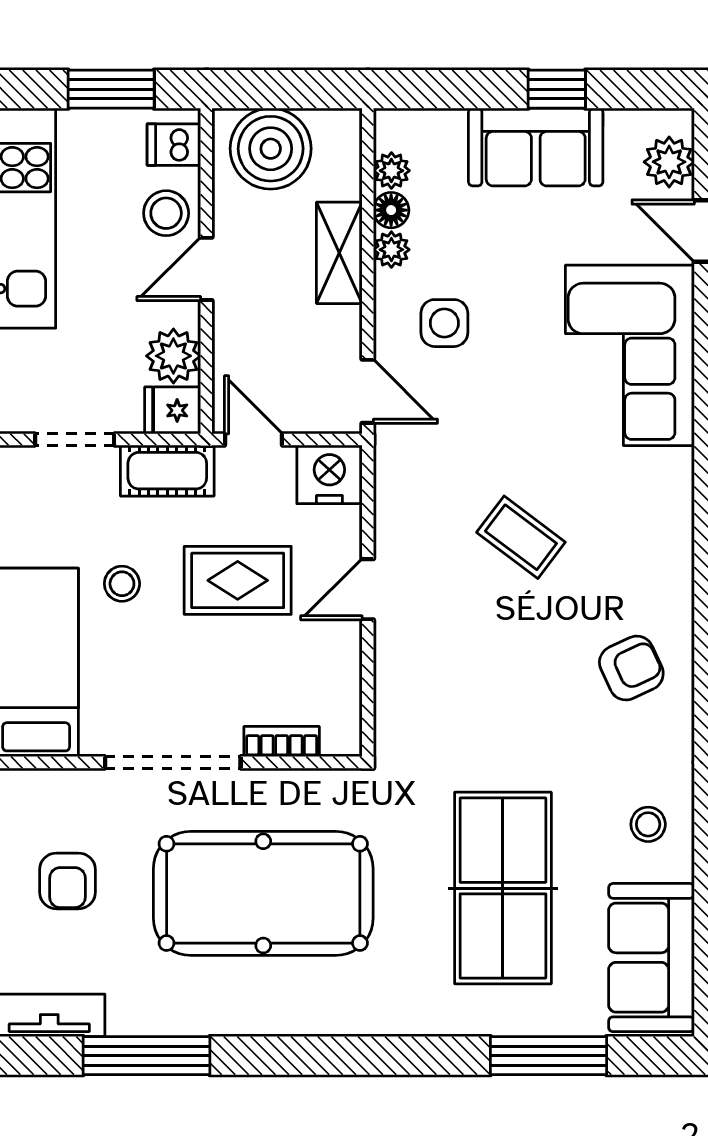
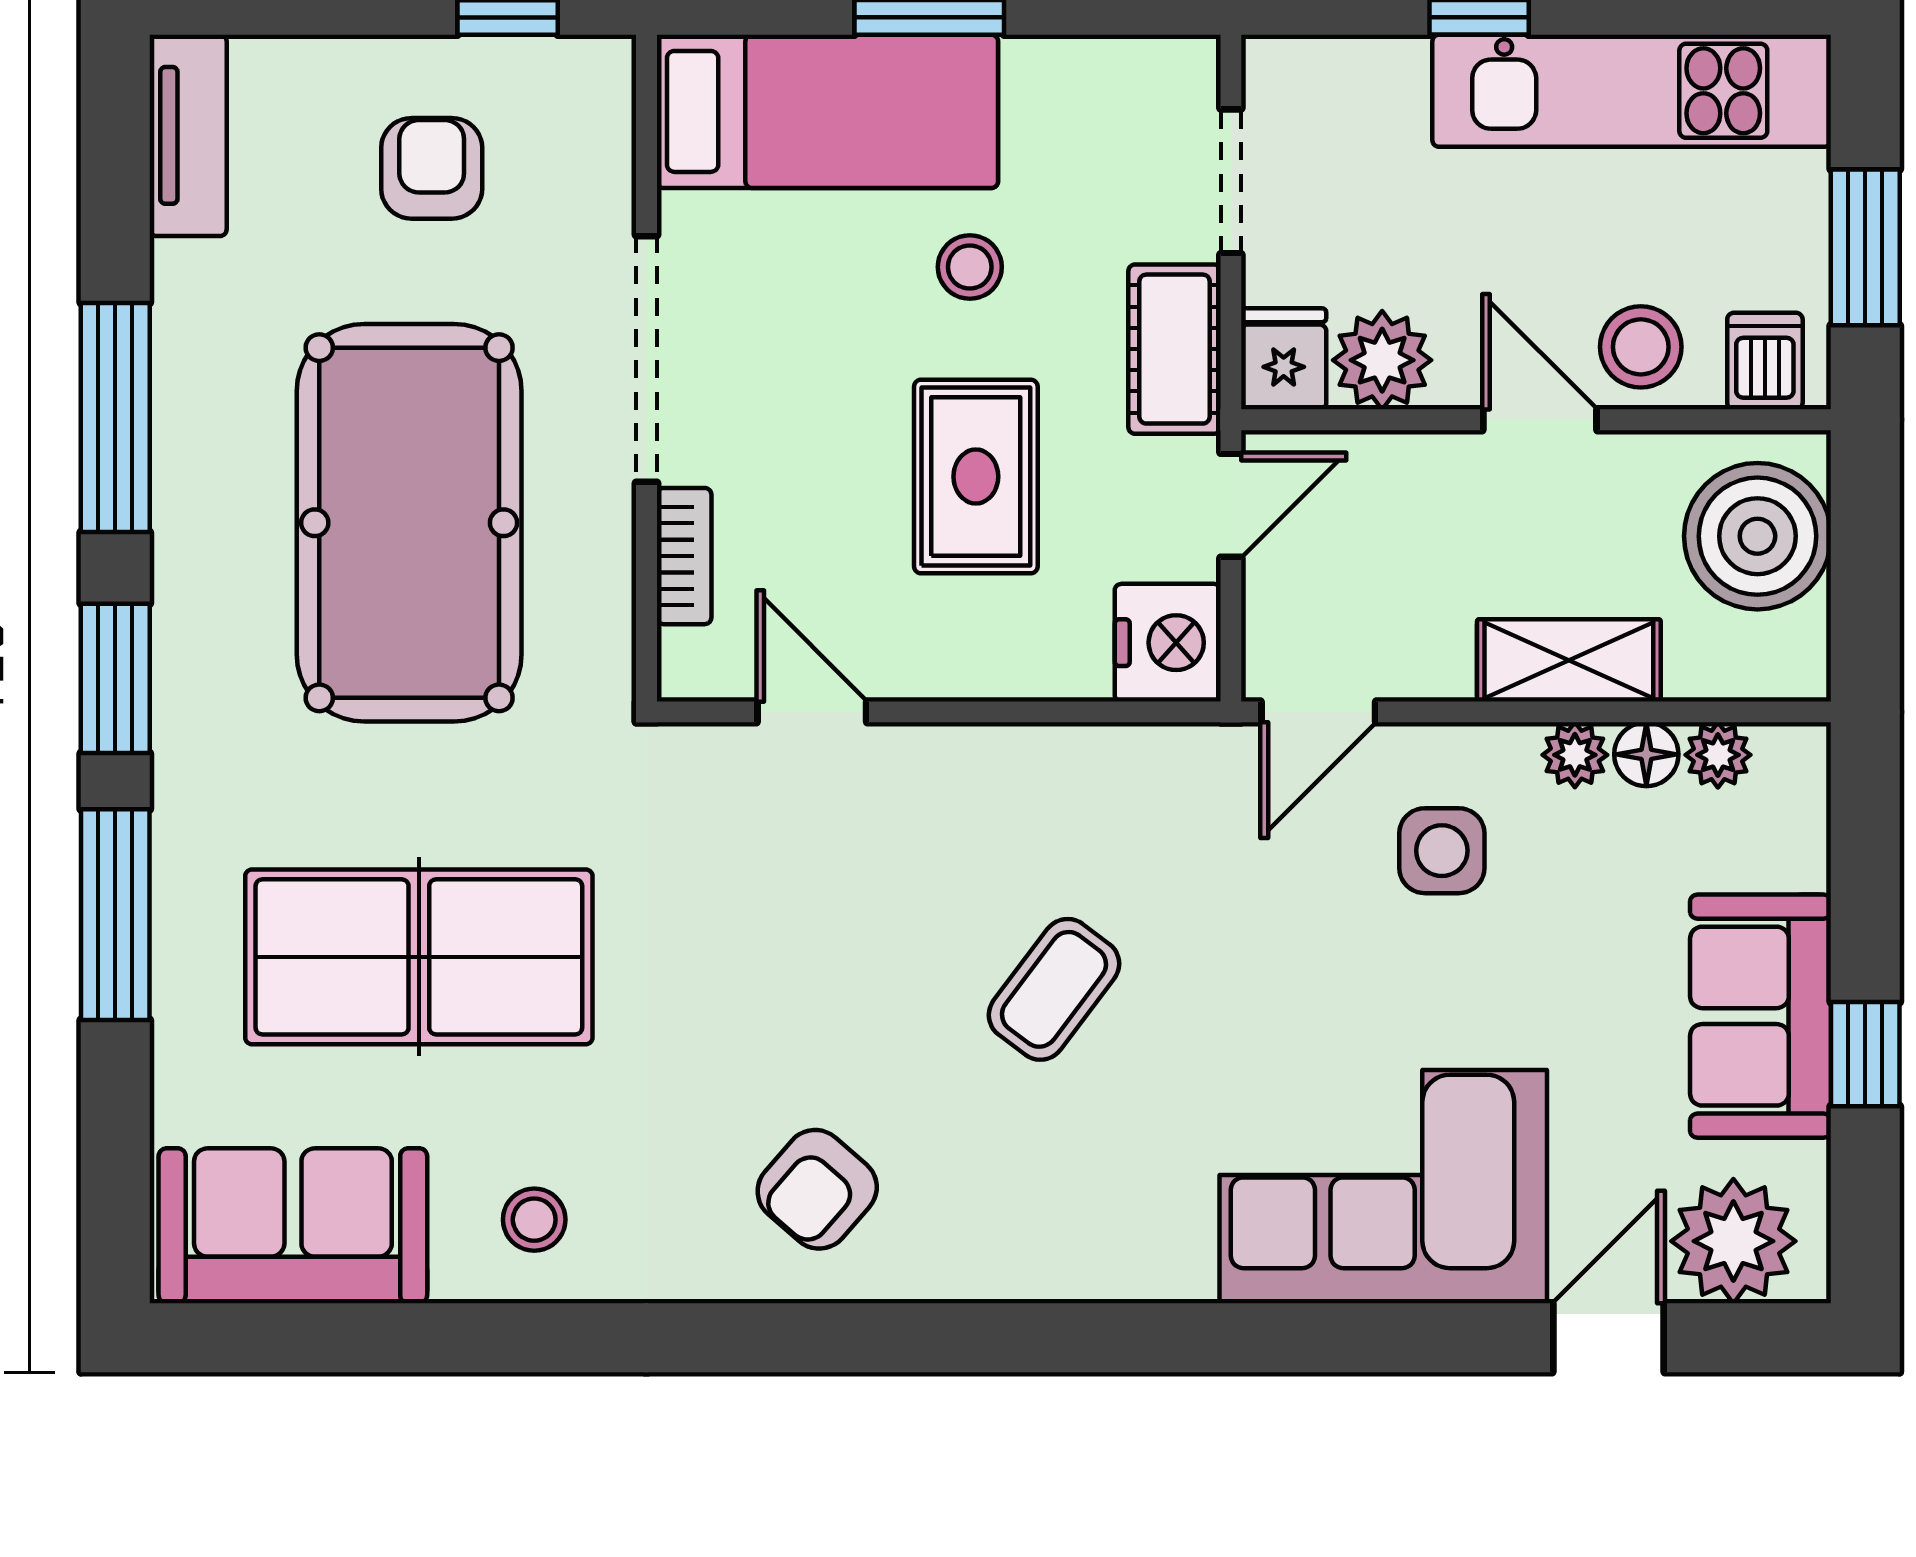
plant: (669, 162) -> (1733, 1241), width x1.36, depth x1.36
door: (368, 589) -> (812, 712), moved
armchair: (631, 668) -> (817, 1189), turned 66
armchair: (67, 881) -> (432, 168), turned 90
window: (147, 1056) -> (115, 418), moved
window: (349, 1056) -> (115, 678), added
window: (548, 1056) -> (115, 915), moved

